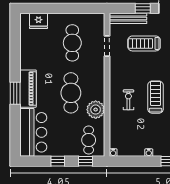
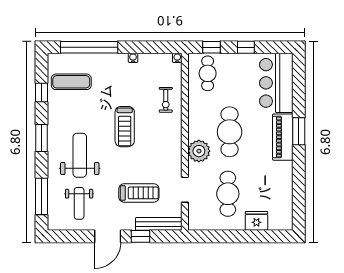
fridge: (39, 21) -> (256, 221), moved
exercise bike: (128, 100) -> (166, 100), moved
plant: (96, 110) -> (199, 151), moved

